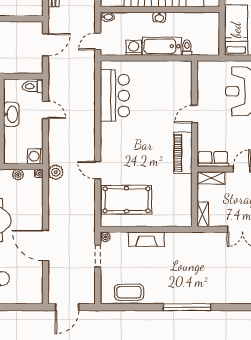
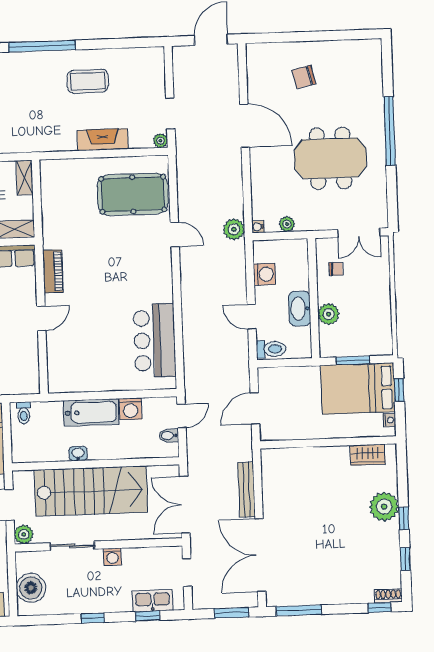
bidet: (107, 17) -> (169, 436), moved
washbasin: (159, 17) -> (78, 454), moved
toilet: (187, 48) -> (24, 413), moved
piano: (183, 153) -> (53, 271), width x0.73, depth x0.75
washing machine: (35, 156) -> (264, 274), moved
coffee table: (129, 292) -> (88, 81), moved

